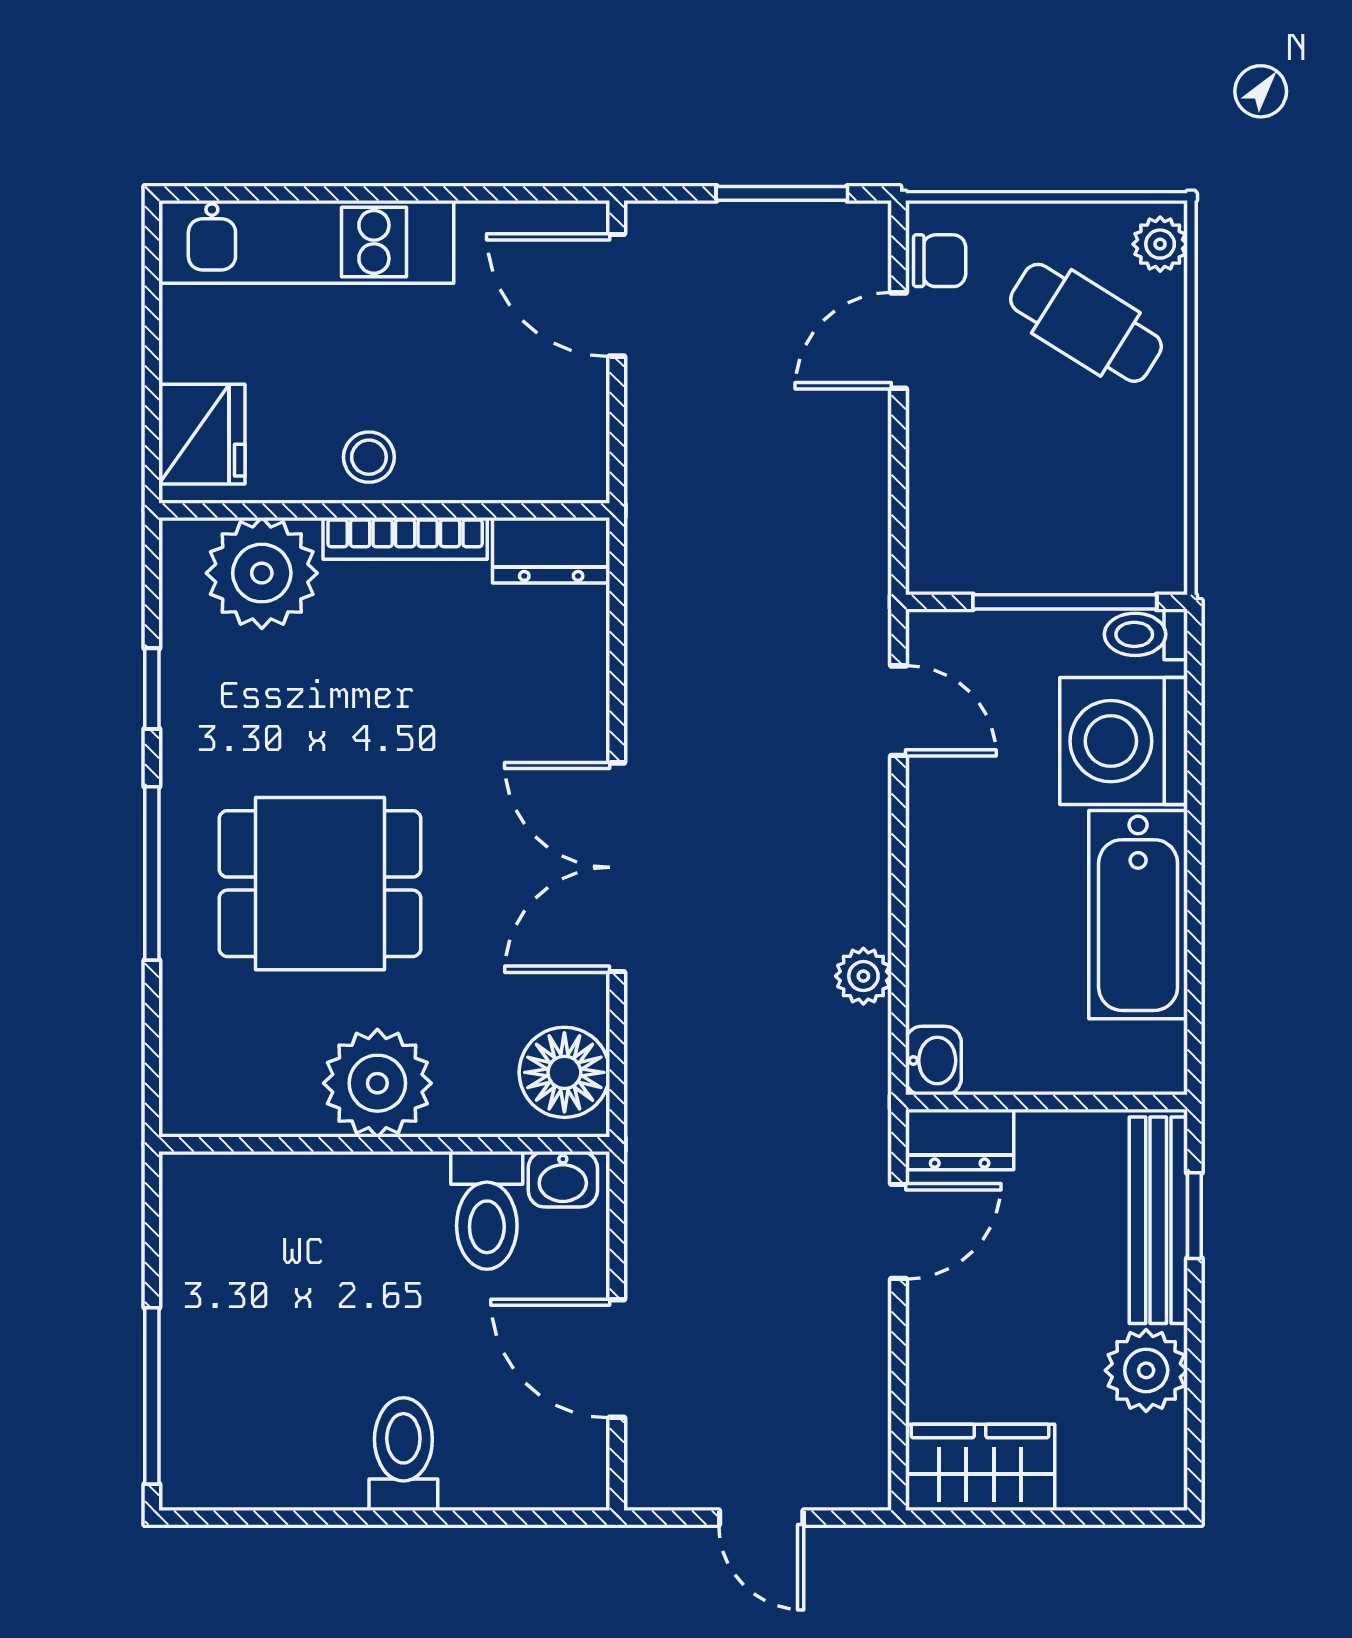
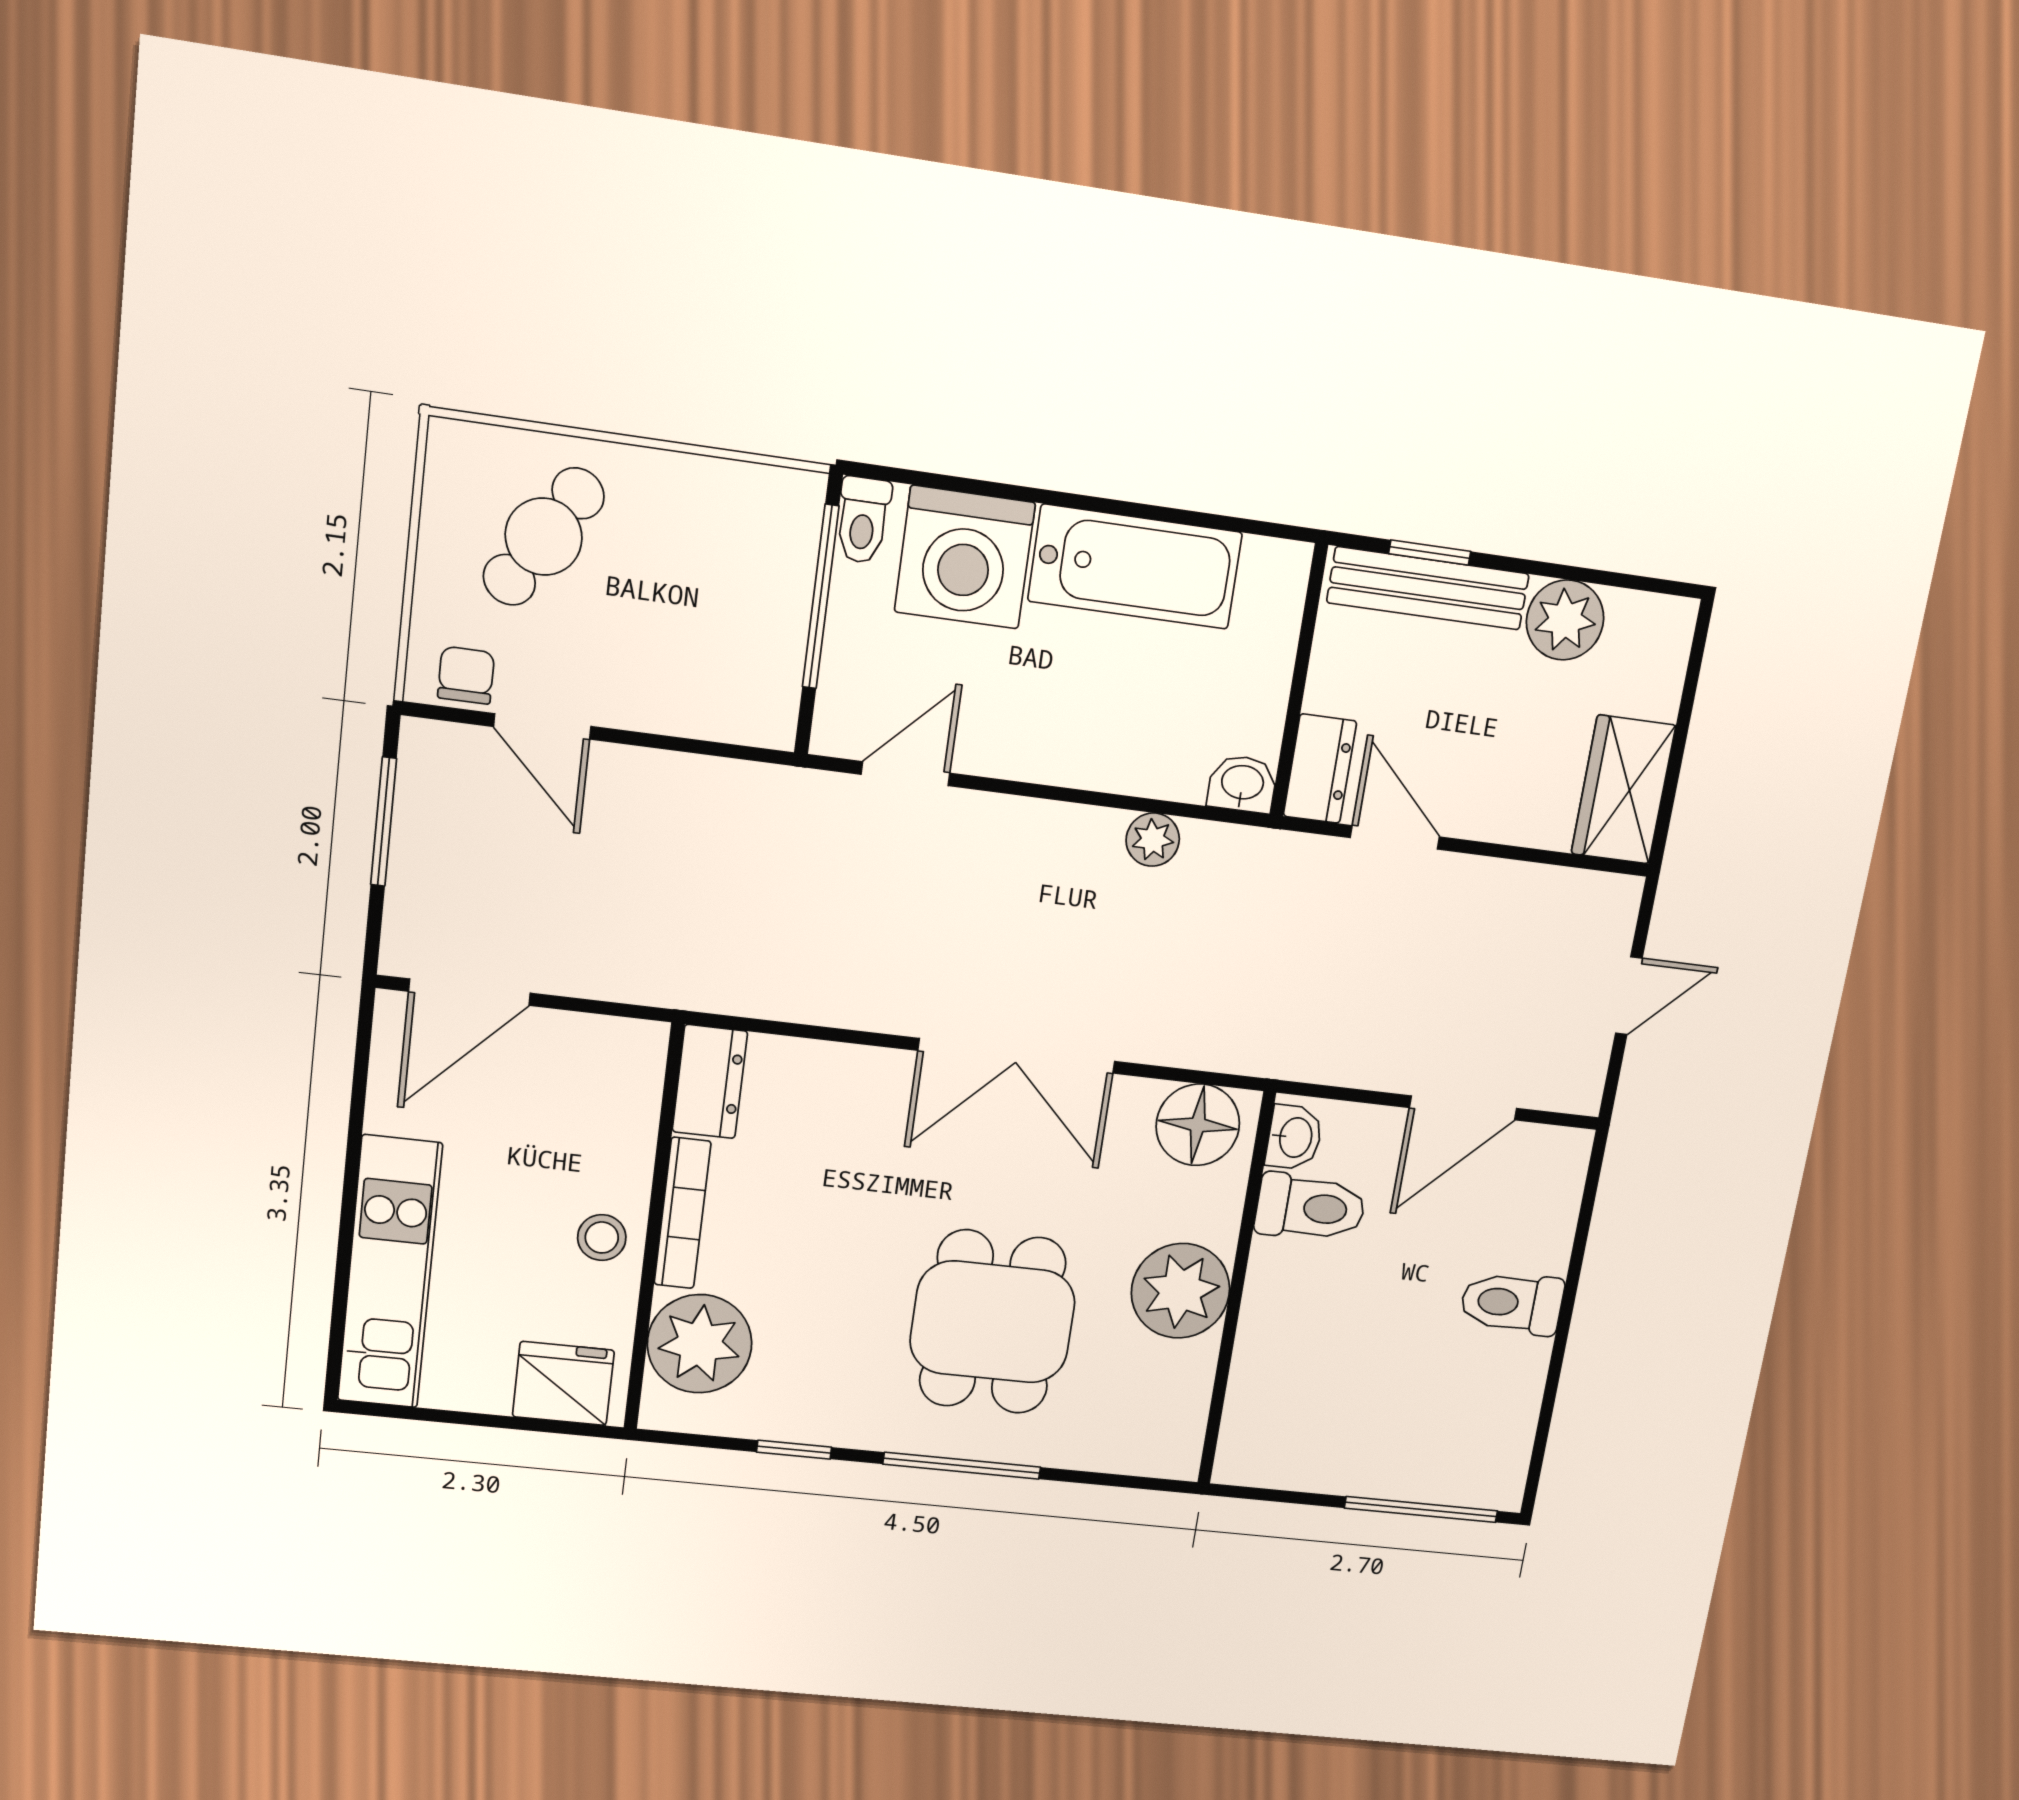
plant: (1160, 244) -> (471, 449), removed

